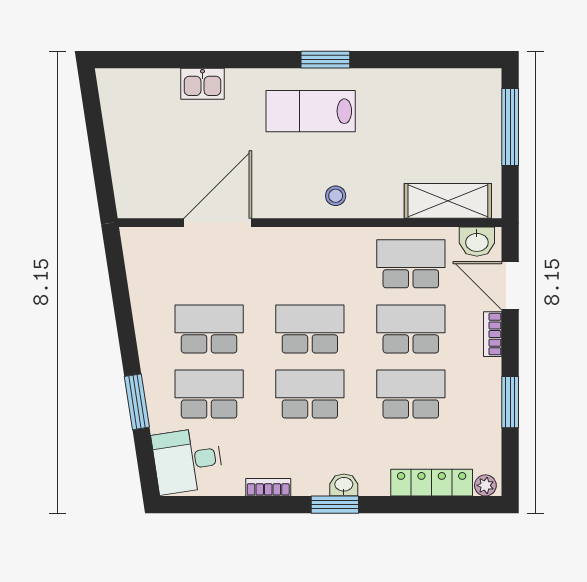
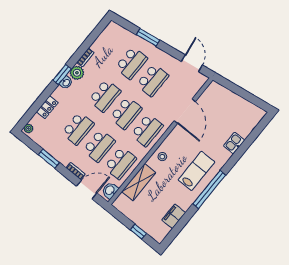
window: (325, 60) -> (209, 189), width x2.11
filing cabinet: (429, 85) -> (174, 216), added
window: (510, 127) -> (138, 232), width x0.46
shelving: (448, 201) -> (139, 182), moved
school desk: (310, 264) -> (147, 130), added
door: (119, 282) -> (192, 63), added
desk: (188, 461) -> (115, 38), removed
plant: (309, 480) -> (77, 73), added
locker: (432, 483) -> (47, 107), width x0.66

